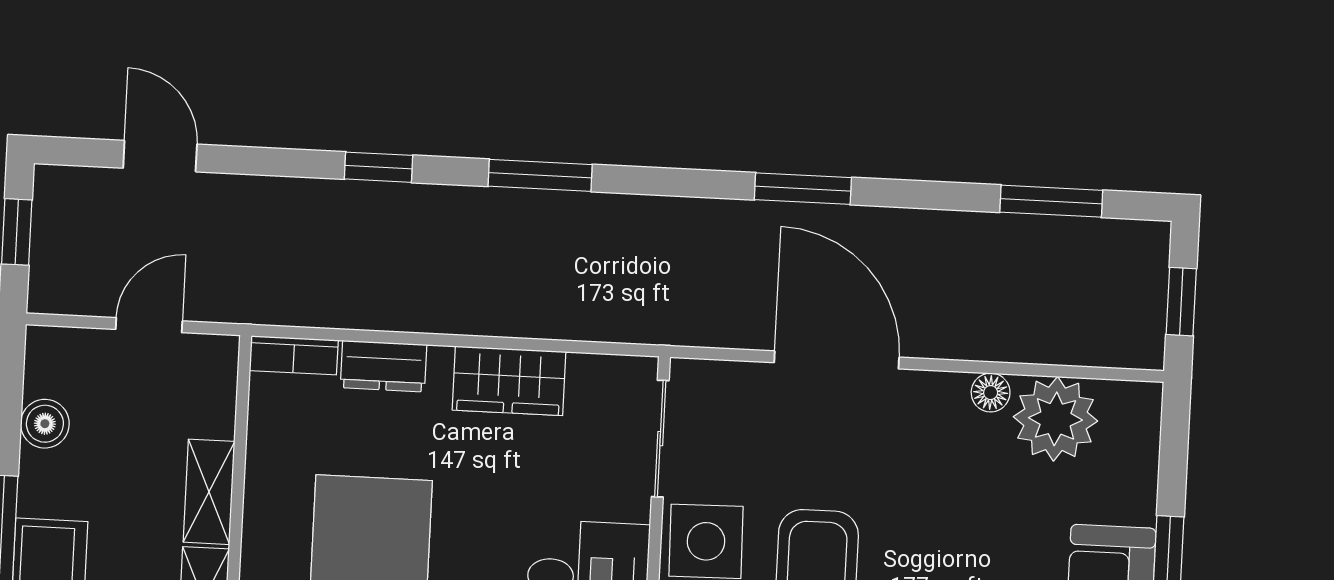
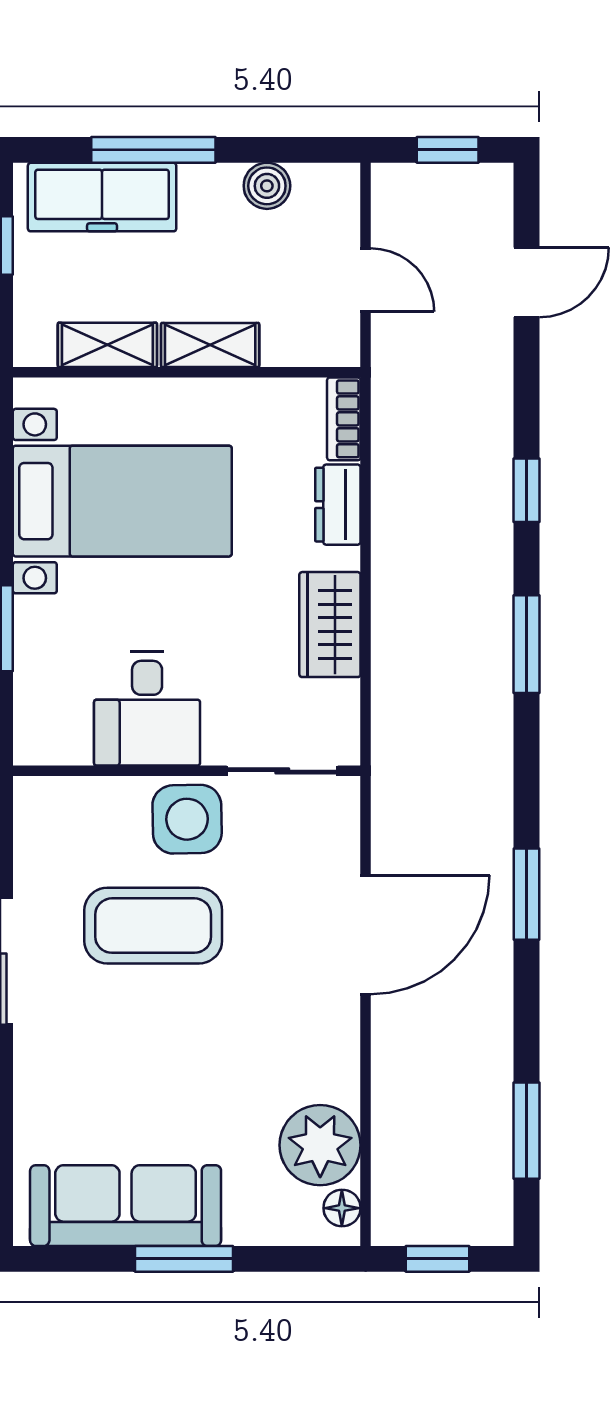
floor lamp: (991, 393) -> (342, 1208), moved

